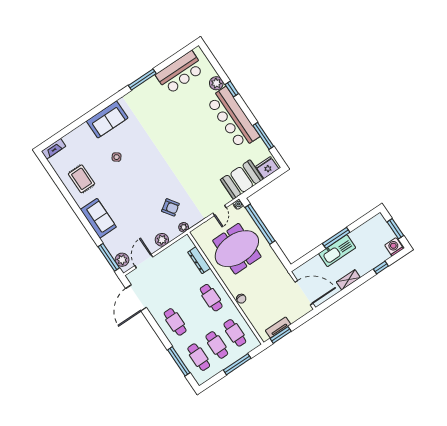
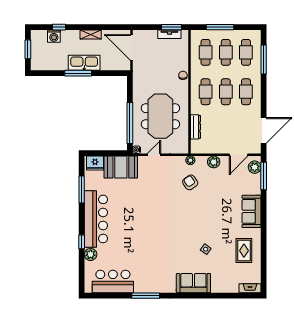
washing machine: (394, 247) -> (54, 36), moved
meeting table: (237, 249) -> (160, 116), turned 90
cafe table: (193, 310) -> (226, 92), added

